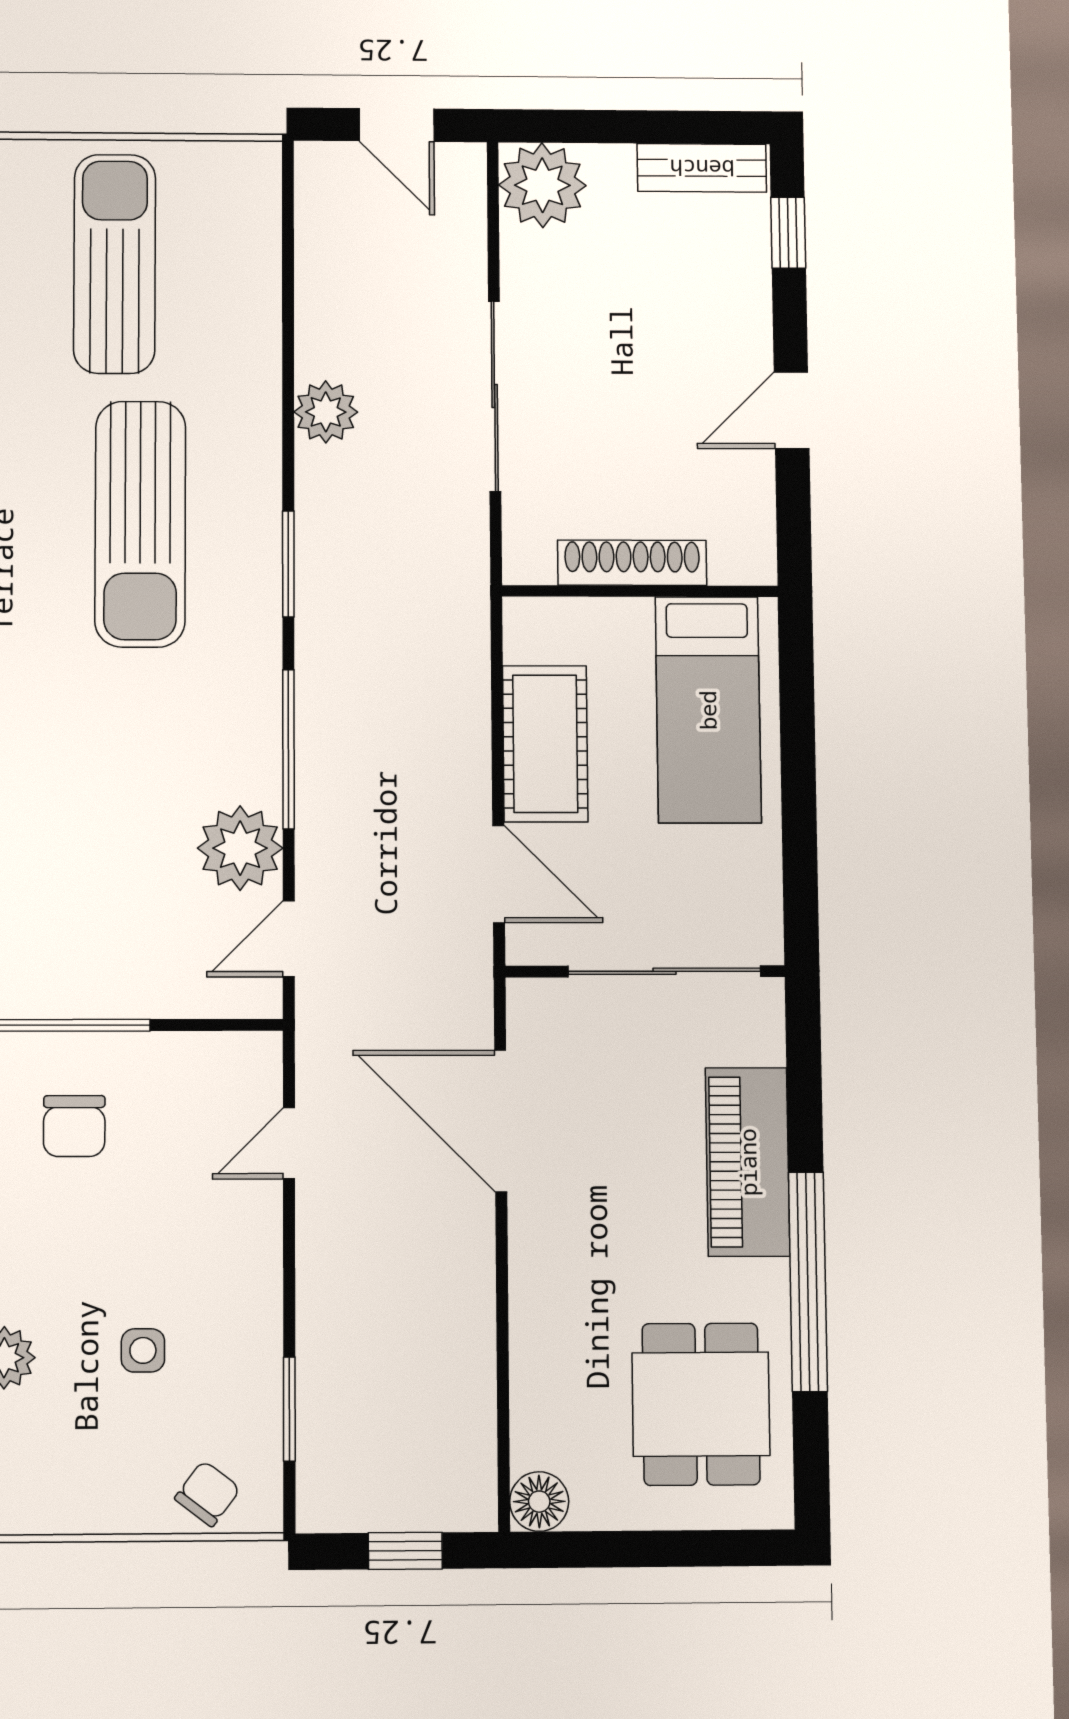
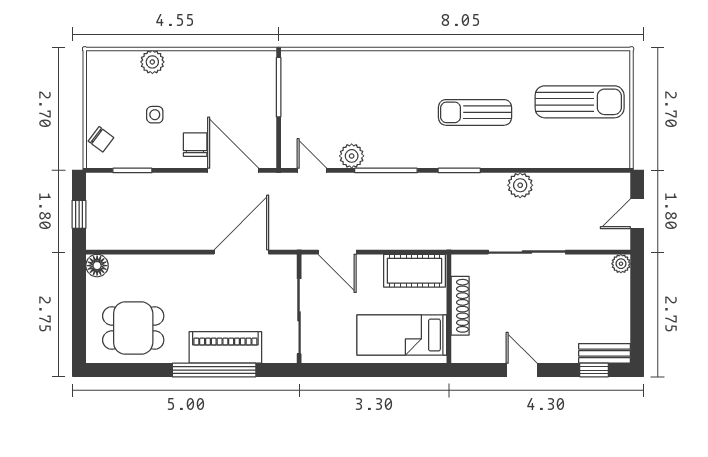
bench: (702, 168) -> (604, 353), moved, turned 90
plant: (542, 185) -> (621, 264), width x0.53, depth x0.53
sun lounger: (140, 524) -> (475, 112), width x0.73, depth x0.75
cot: (545, 744) -> (414, 271), moved
plant: (240, 848) -> (352, 156), width x0.73, depth x0.73
door: (499, 874) -> (337, 252), hinge flipped
chair: (74, 1126) -> (195, 145), moved, turned 90
door: (289, 1143) -> (233, 170), width x1.87
window: (808, 1282) -> (214, 370), moved

